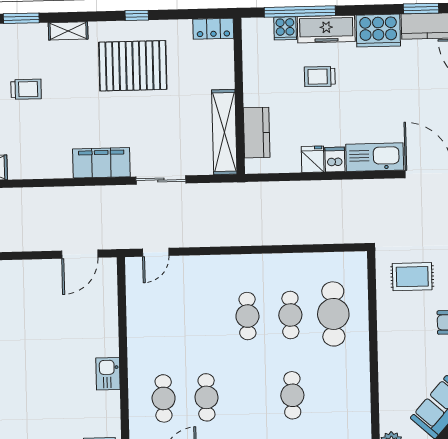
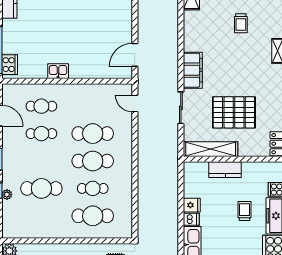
pallet: (133, 66) -> (234, 112), moved, turned 90
kitchen counter: (257, 133) -> (225, 170), moved
door: (80, 254) -> (135, 55), hinge flipped
cafe table: (247, 316) -> (93, 161), width x1.37, depth x1.35
cafe table: (205, 317) -> (93, 134), added
cafe table: (292, 395) -> (41, 188), width x1.37, depth x1.35

